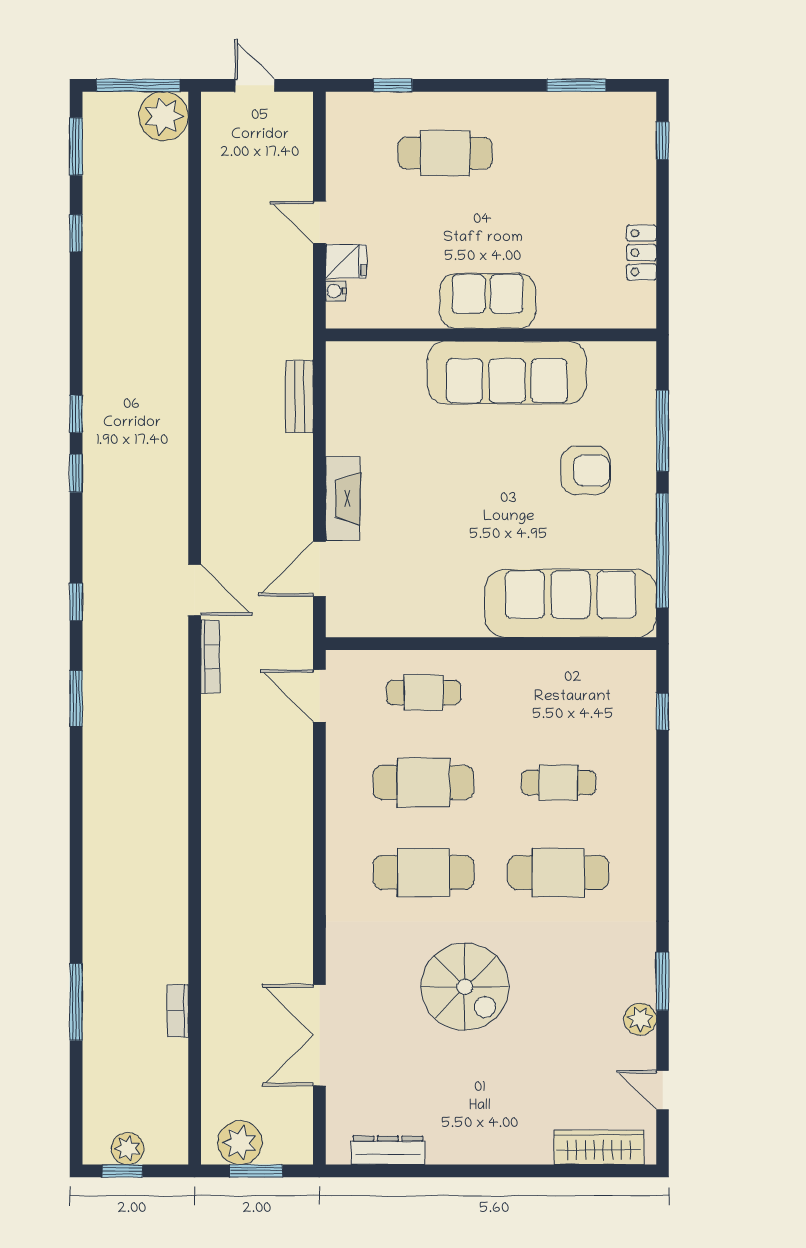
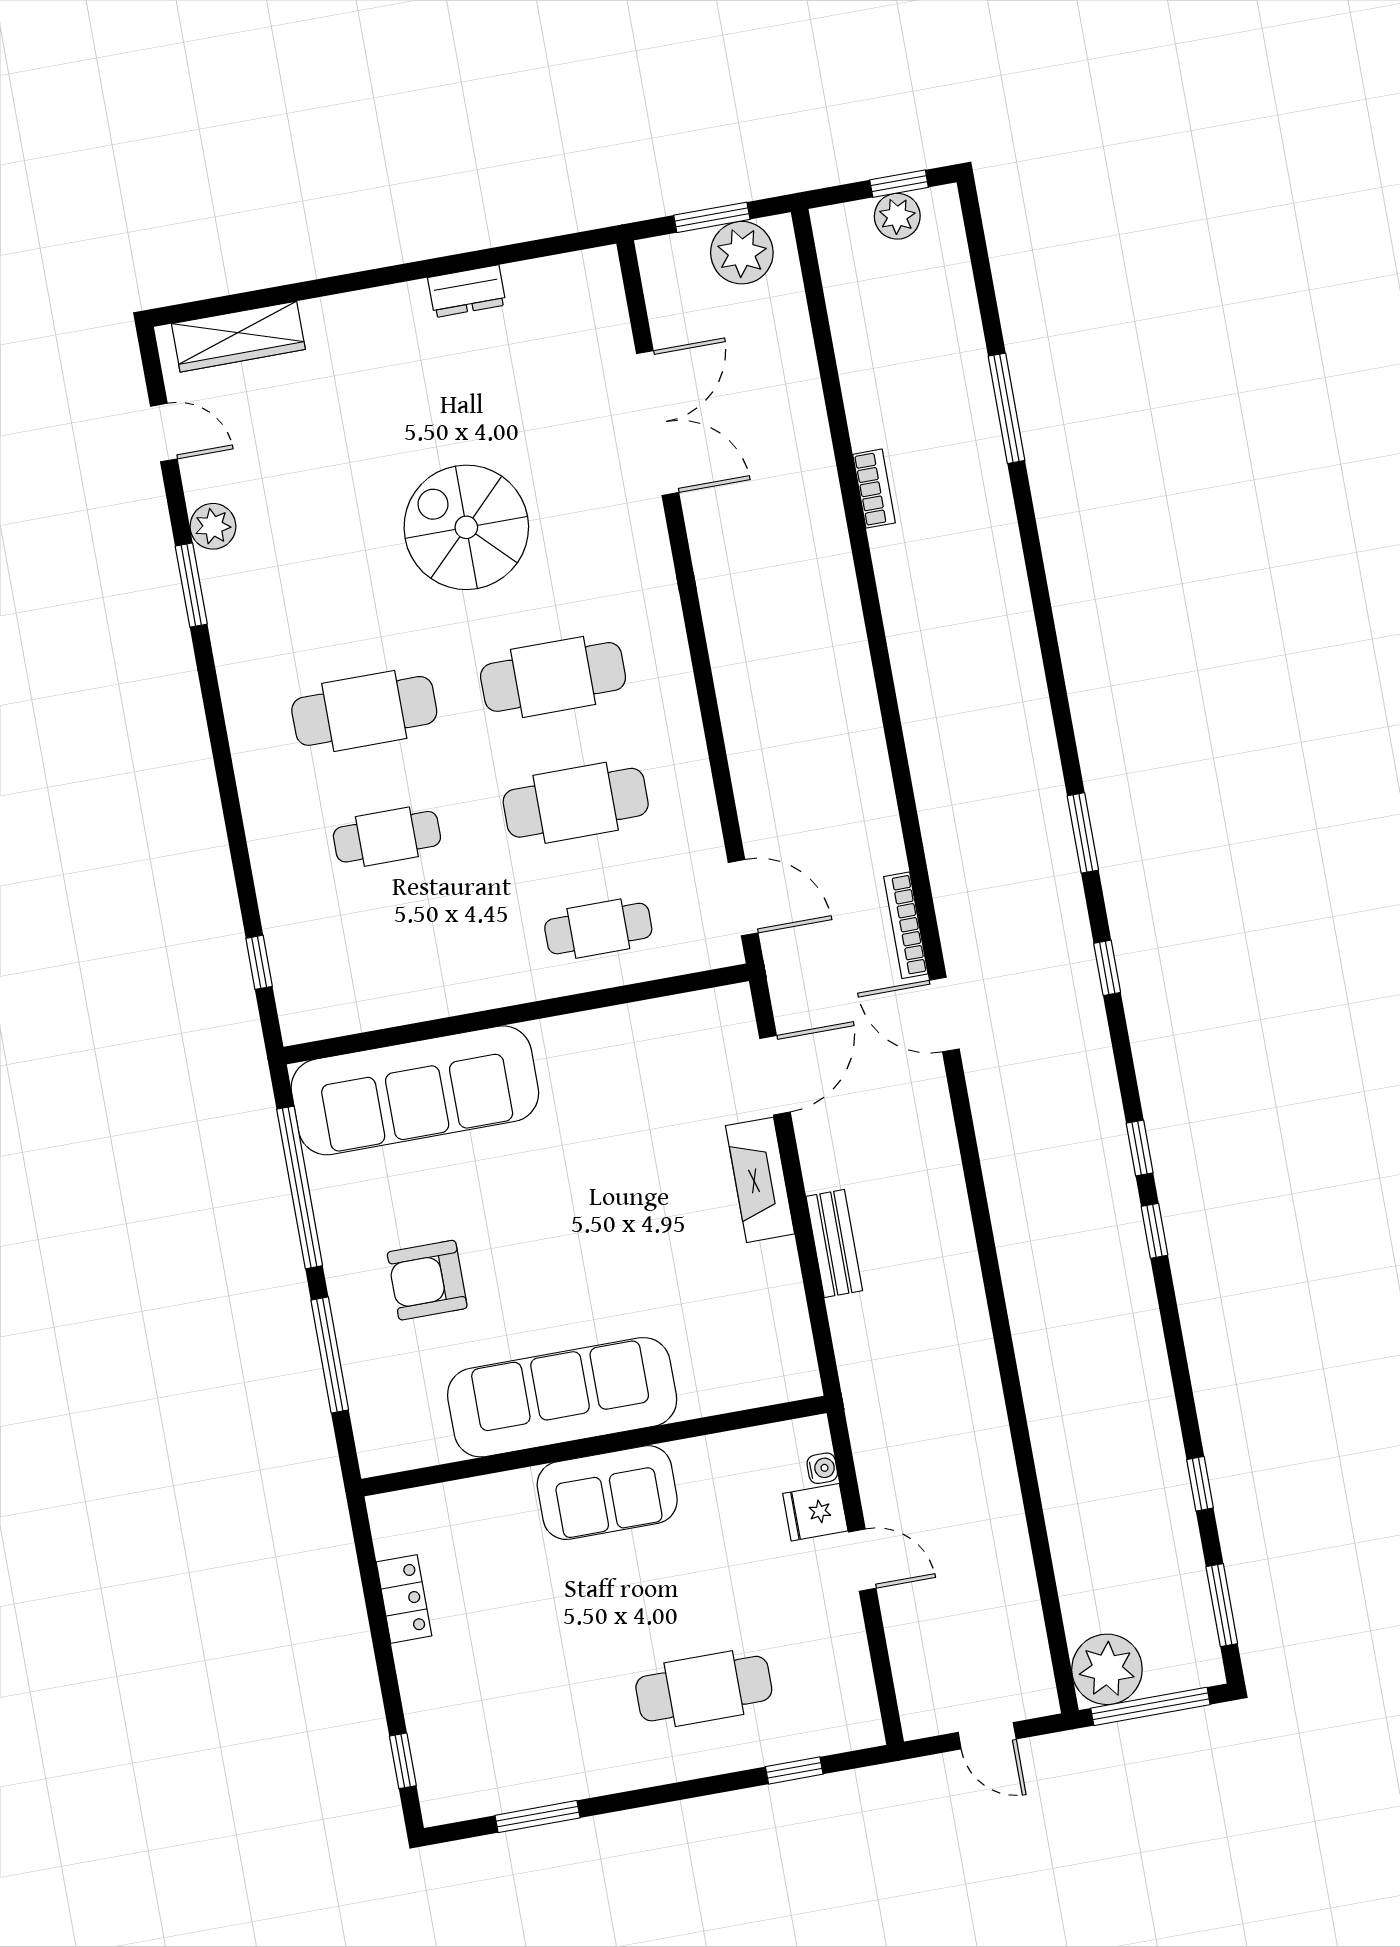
bench: (299, 396) -> (834, 1243), moved
bookcase: (178, 1011) -> (874, 489), moved
dresser: (388, 1150) -> (467, 291), moved, width x0.70

